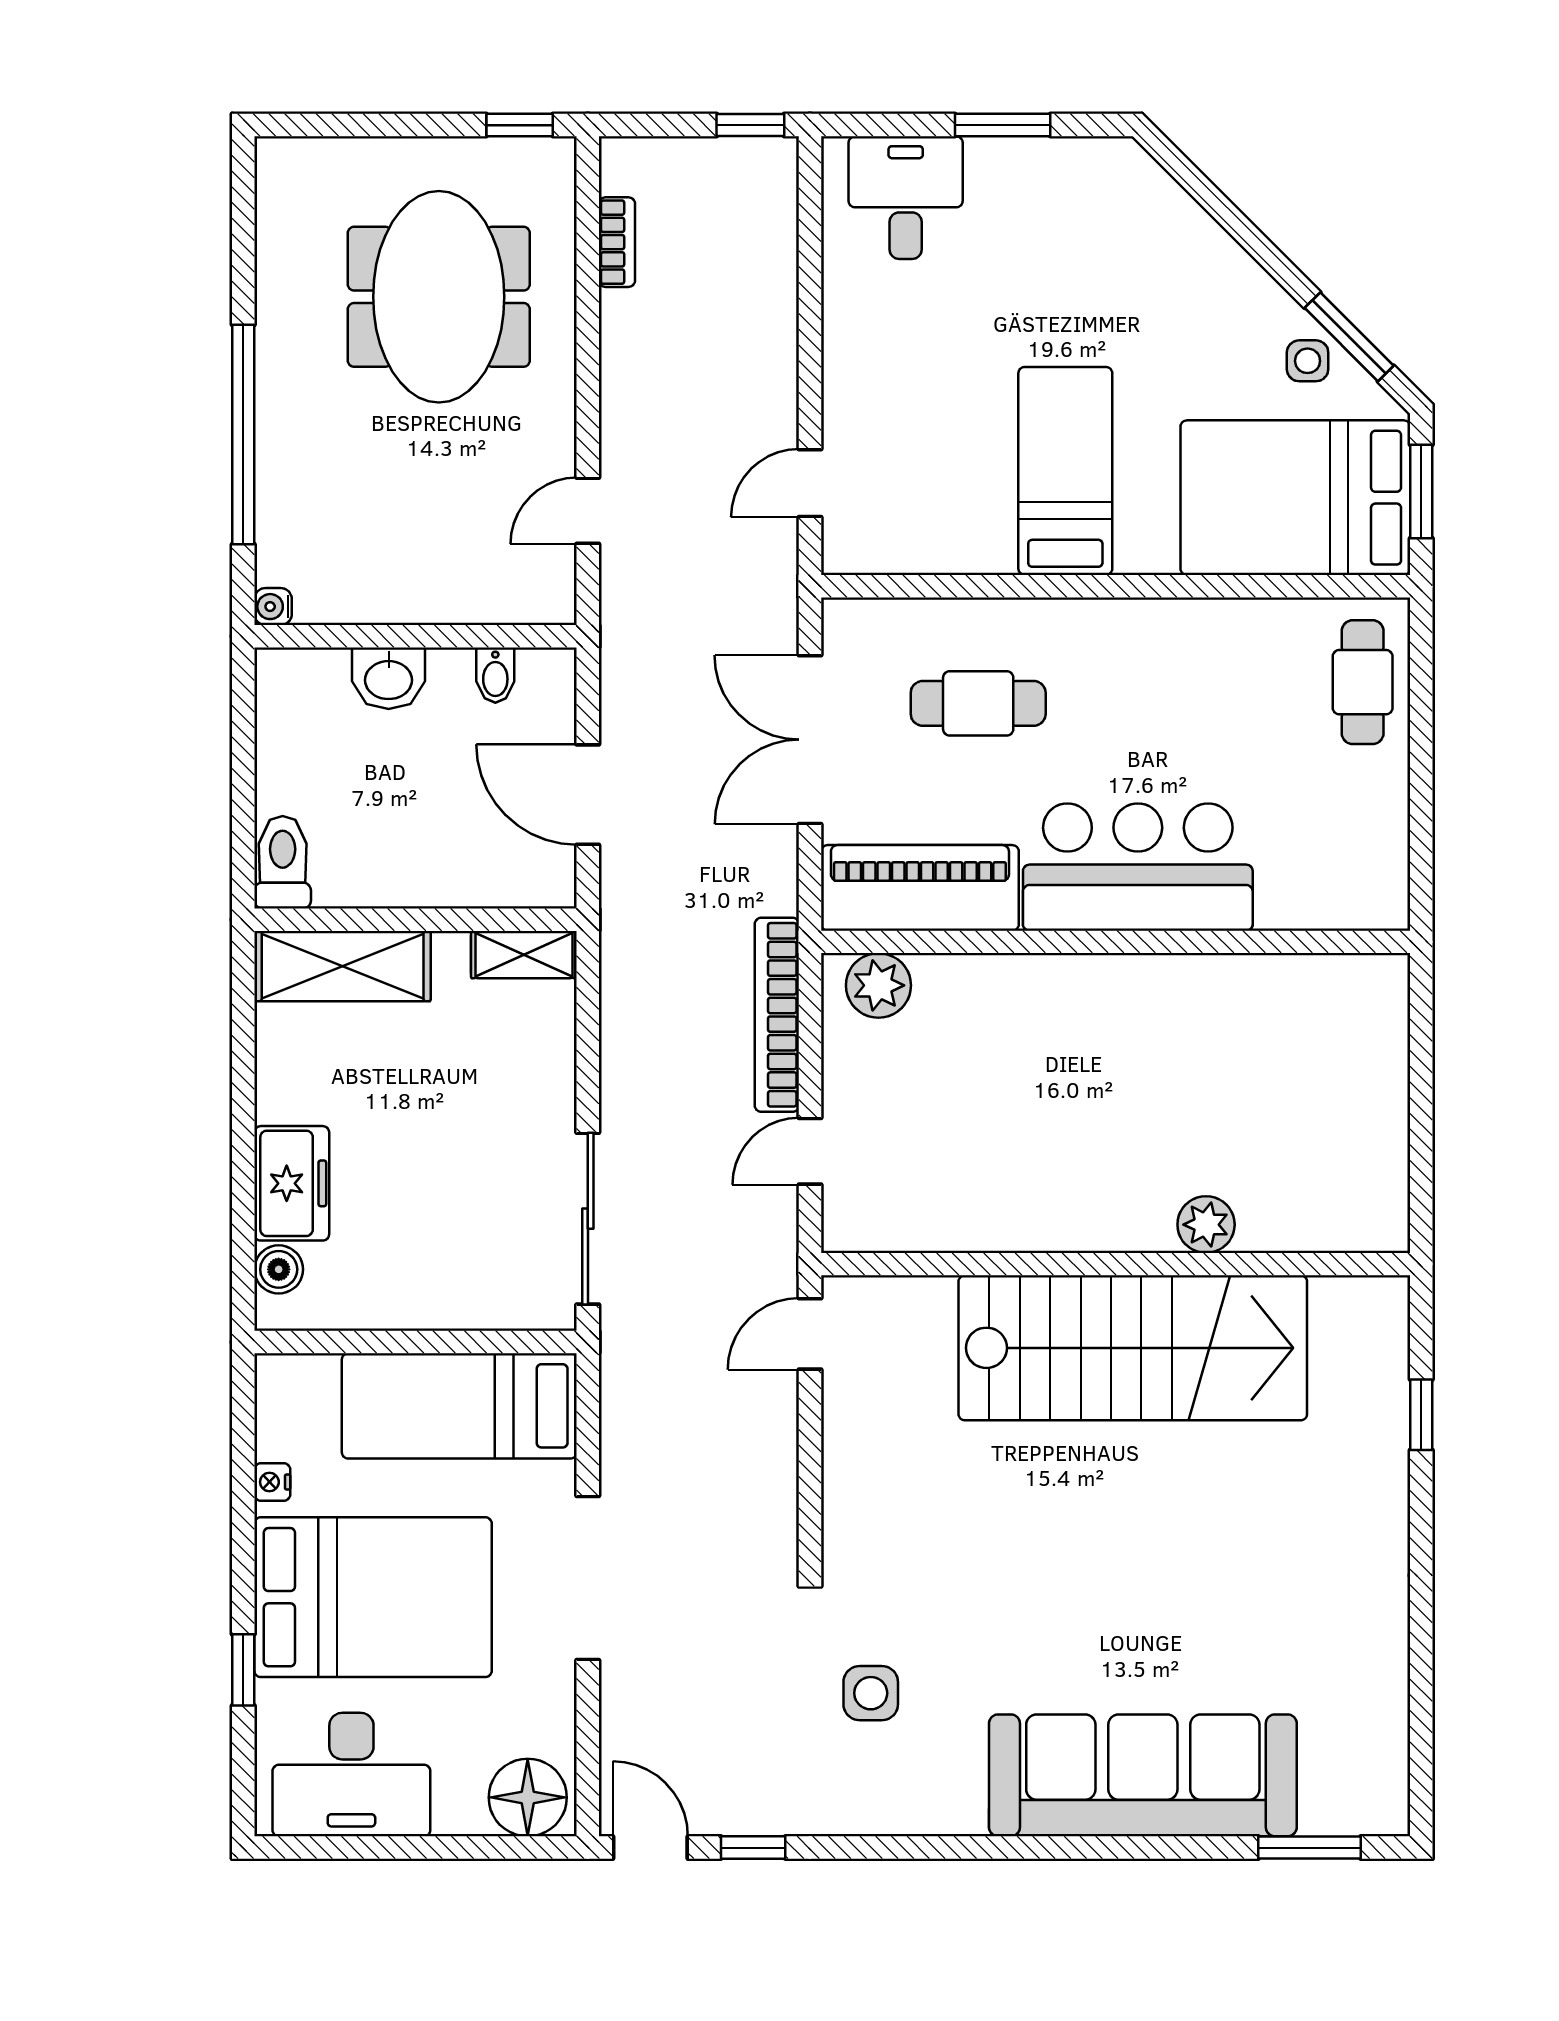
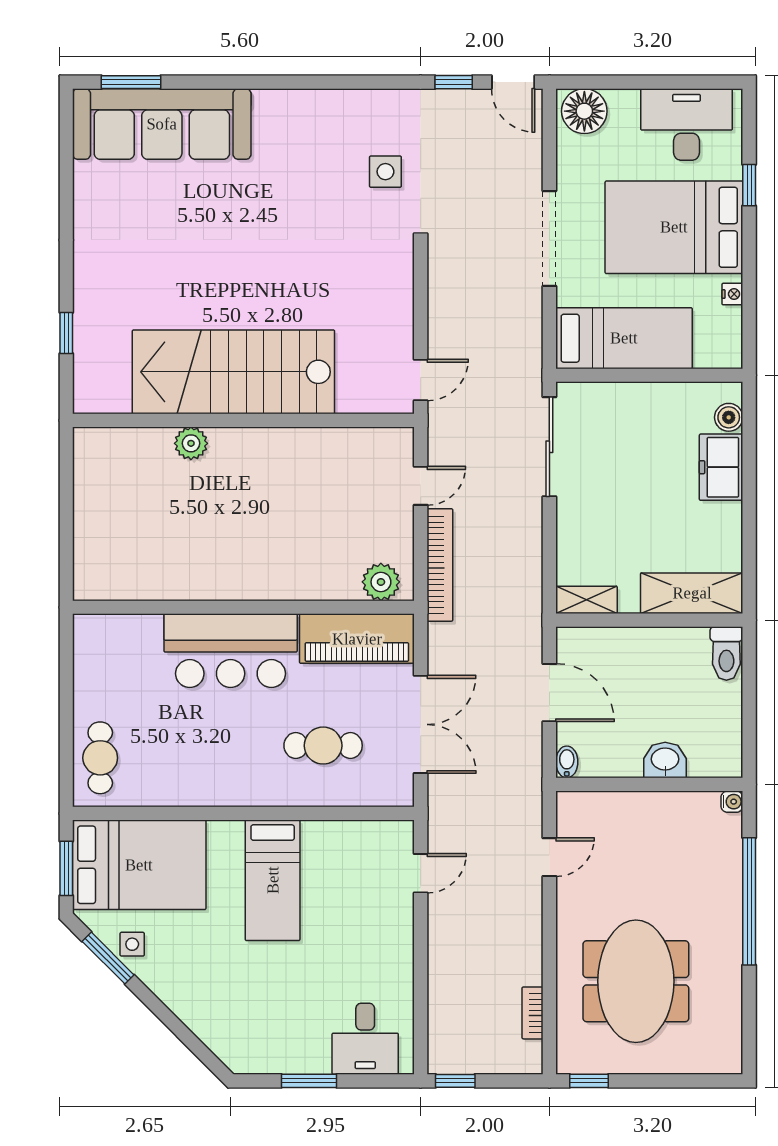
bidet: (495, 675) -> (567, 762), moved
sofa: (1143, 1775) -> (162, 124), moved

